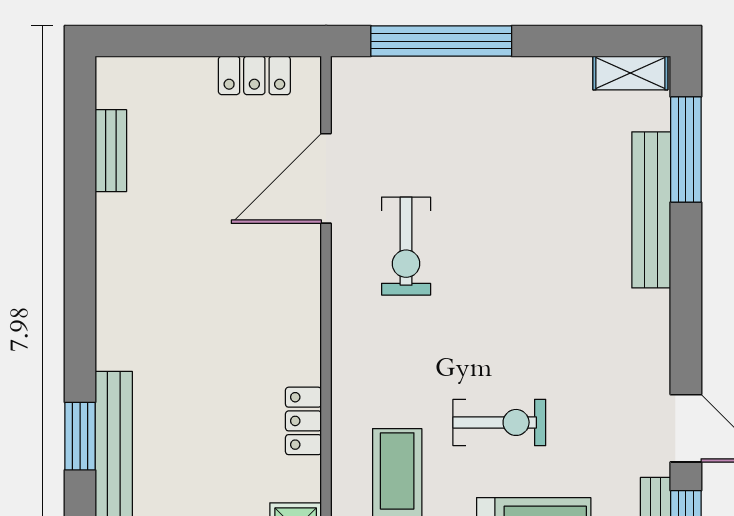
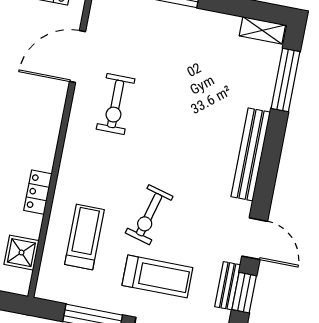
bench: (651, 210) -> (251, 154), moved
exercise bike: (499, 422) -> (149, 215), turned 105

